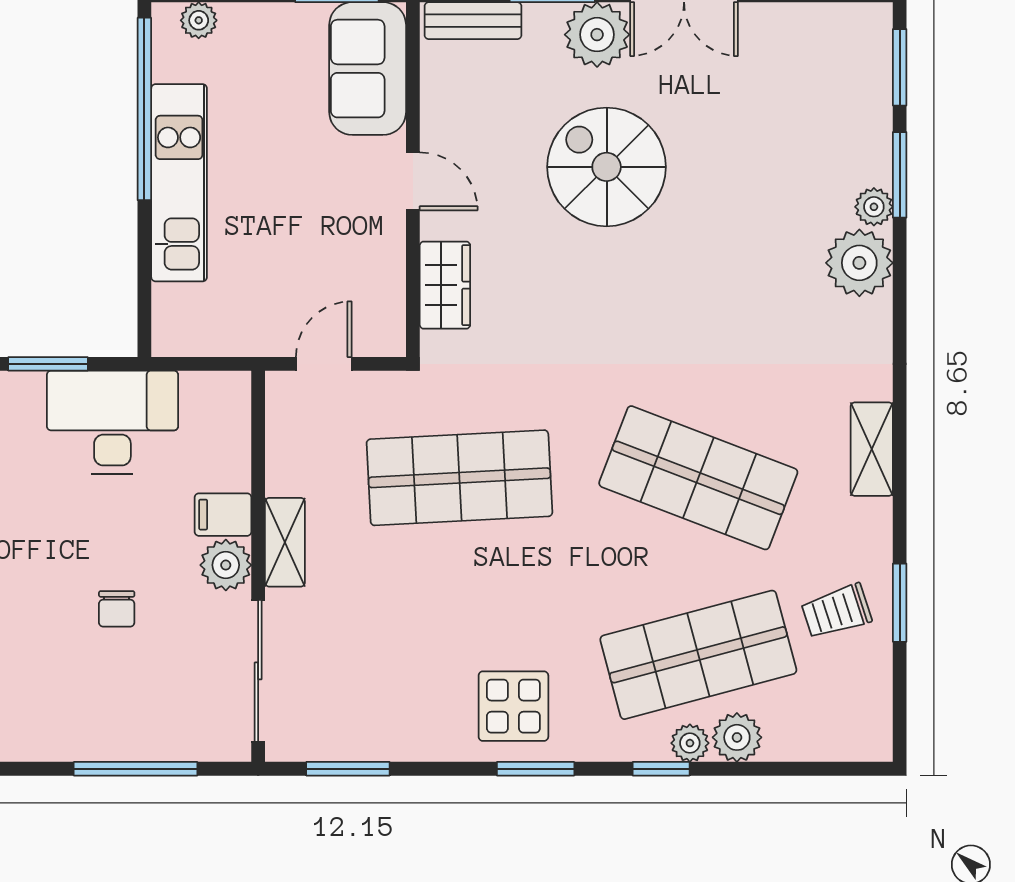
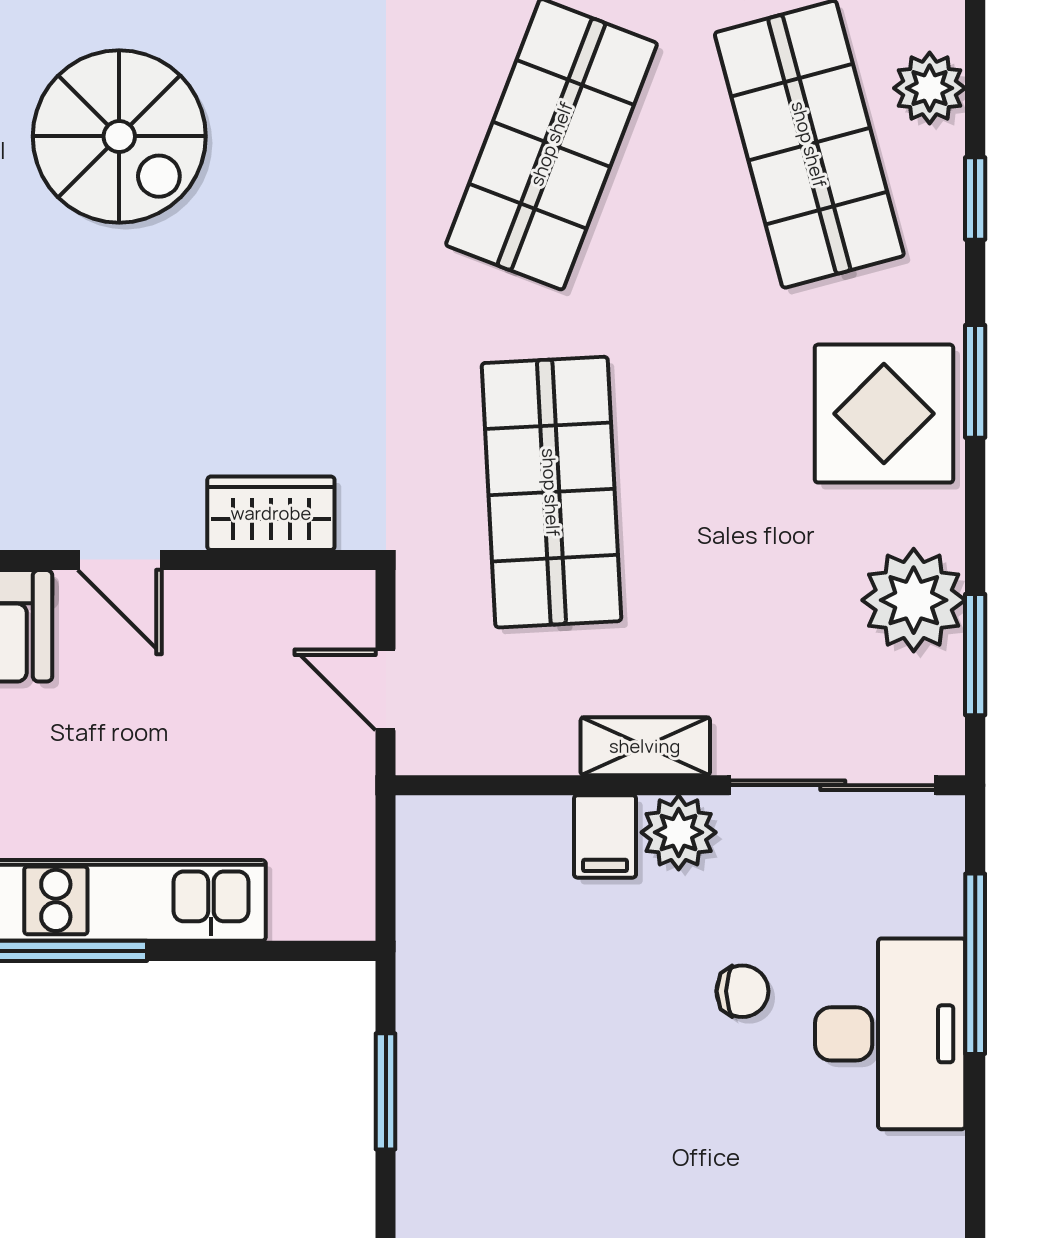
spiral stairs: (607, 167) -> (119, 136), moved, turned -90
door: (413, 181) -> (120, 560), swing flipped
desk: (112, 422) -> (890, 1034), moved, turned 180
display table: (513, 706) -> (884, 414), width x1.36, depth x1.36
plant: (690, 743) -> (914, 600), moved, width x1.88, depth x1.88

